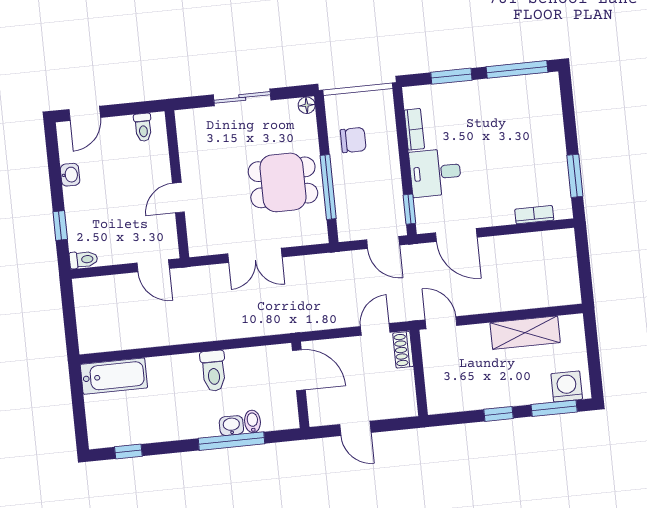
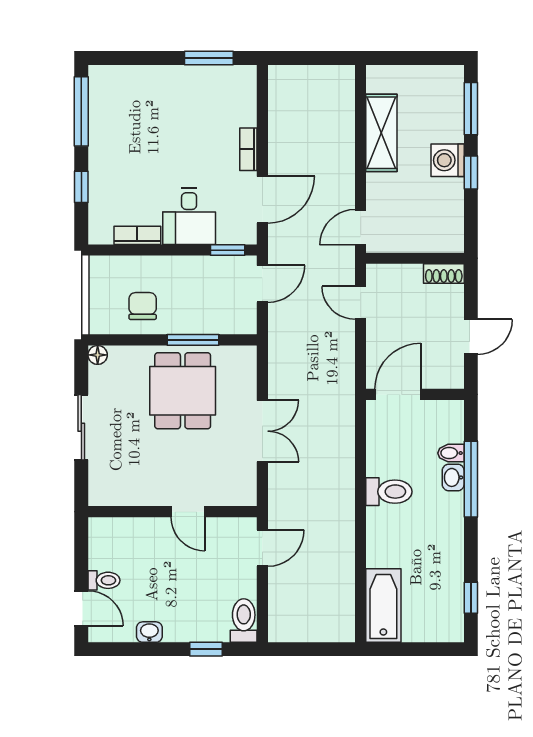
window: (451, 76) -> (81, 187), width x0.67
toilet: (143, 127) -> (104, 580), moved
window: (328, 187) -> (193, 340), width x0.69
bookcase: (534, 215) -> (248, 149), moved
toilet: (83, 260) -> (244, 621), width x1.37, depth x1.39
shoe rack: (403, 350) -> (444, 274), moved
washing machine: (567, 387) -> (448, 160), moved

